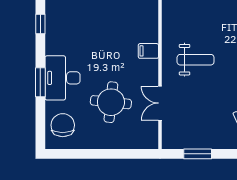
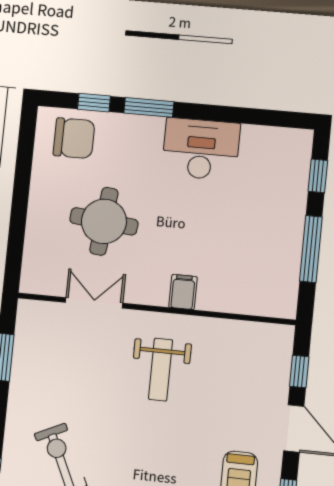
window: (40, 24) -> (94, 103), moved
desk: (63, 78) -> (201, 149), moved

